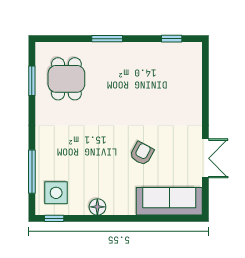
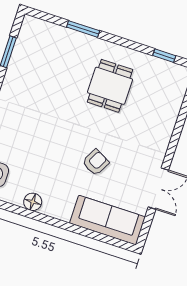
window: (107, 39) -> (83, 29), moved
dining table: (66, 79) -> (110, 86), moved

